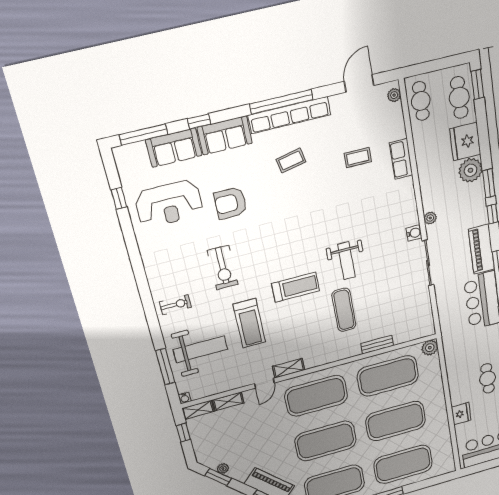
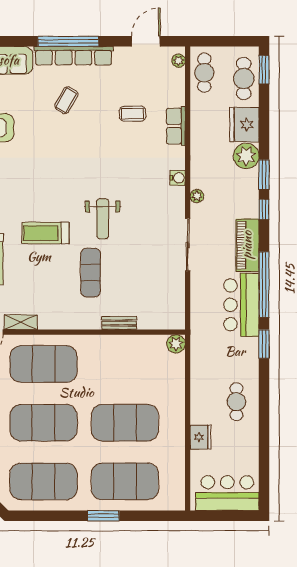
coffee table: (291, 161) -> (66, 100), turned -48
water cooler: (414, 233) -> (178, 178), moved
treadmill: (296, 287) -> (45, 233), turned 180
exercise mat: (388, 376) -> (125, 364), removed

